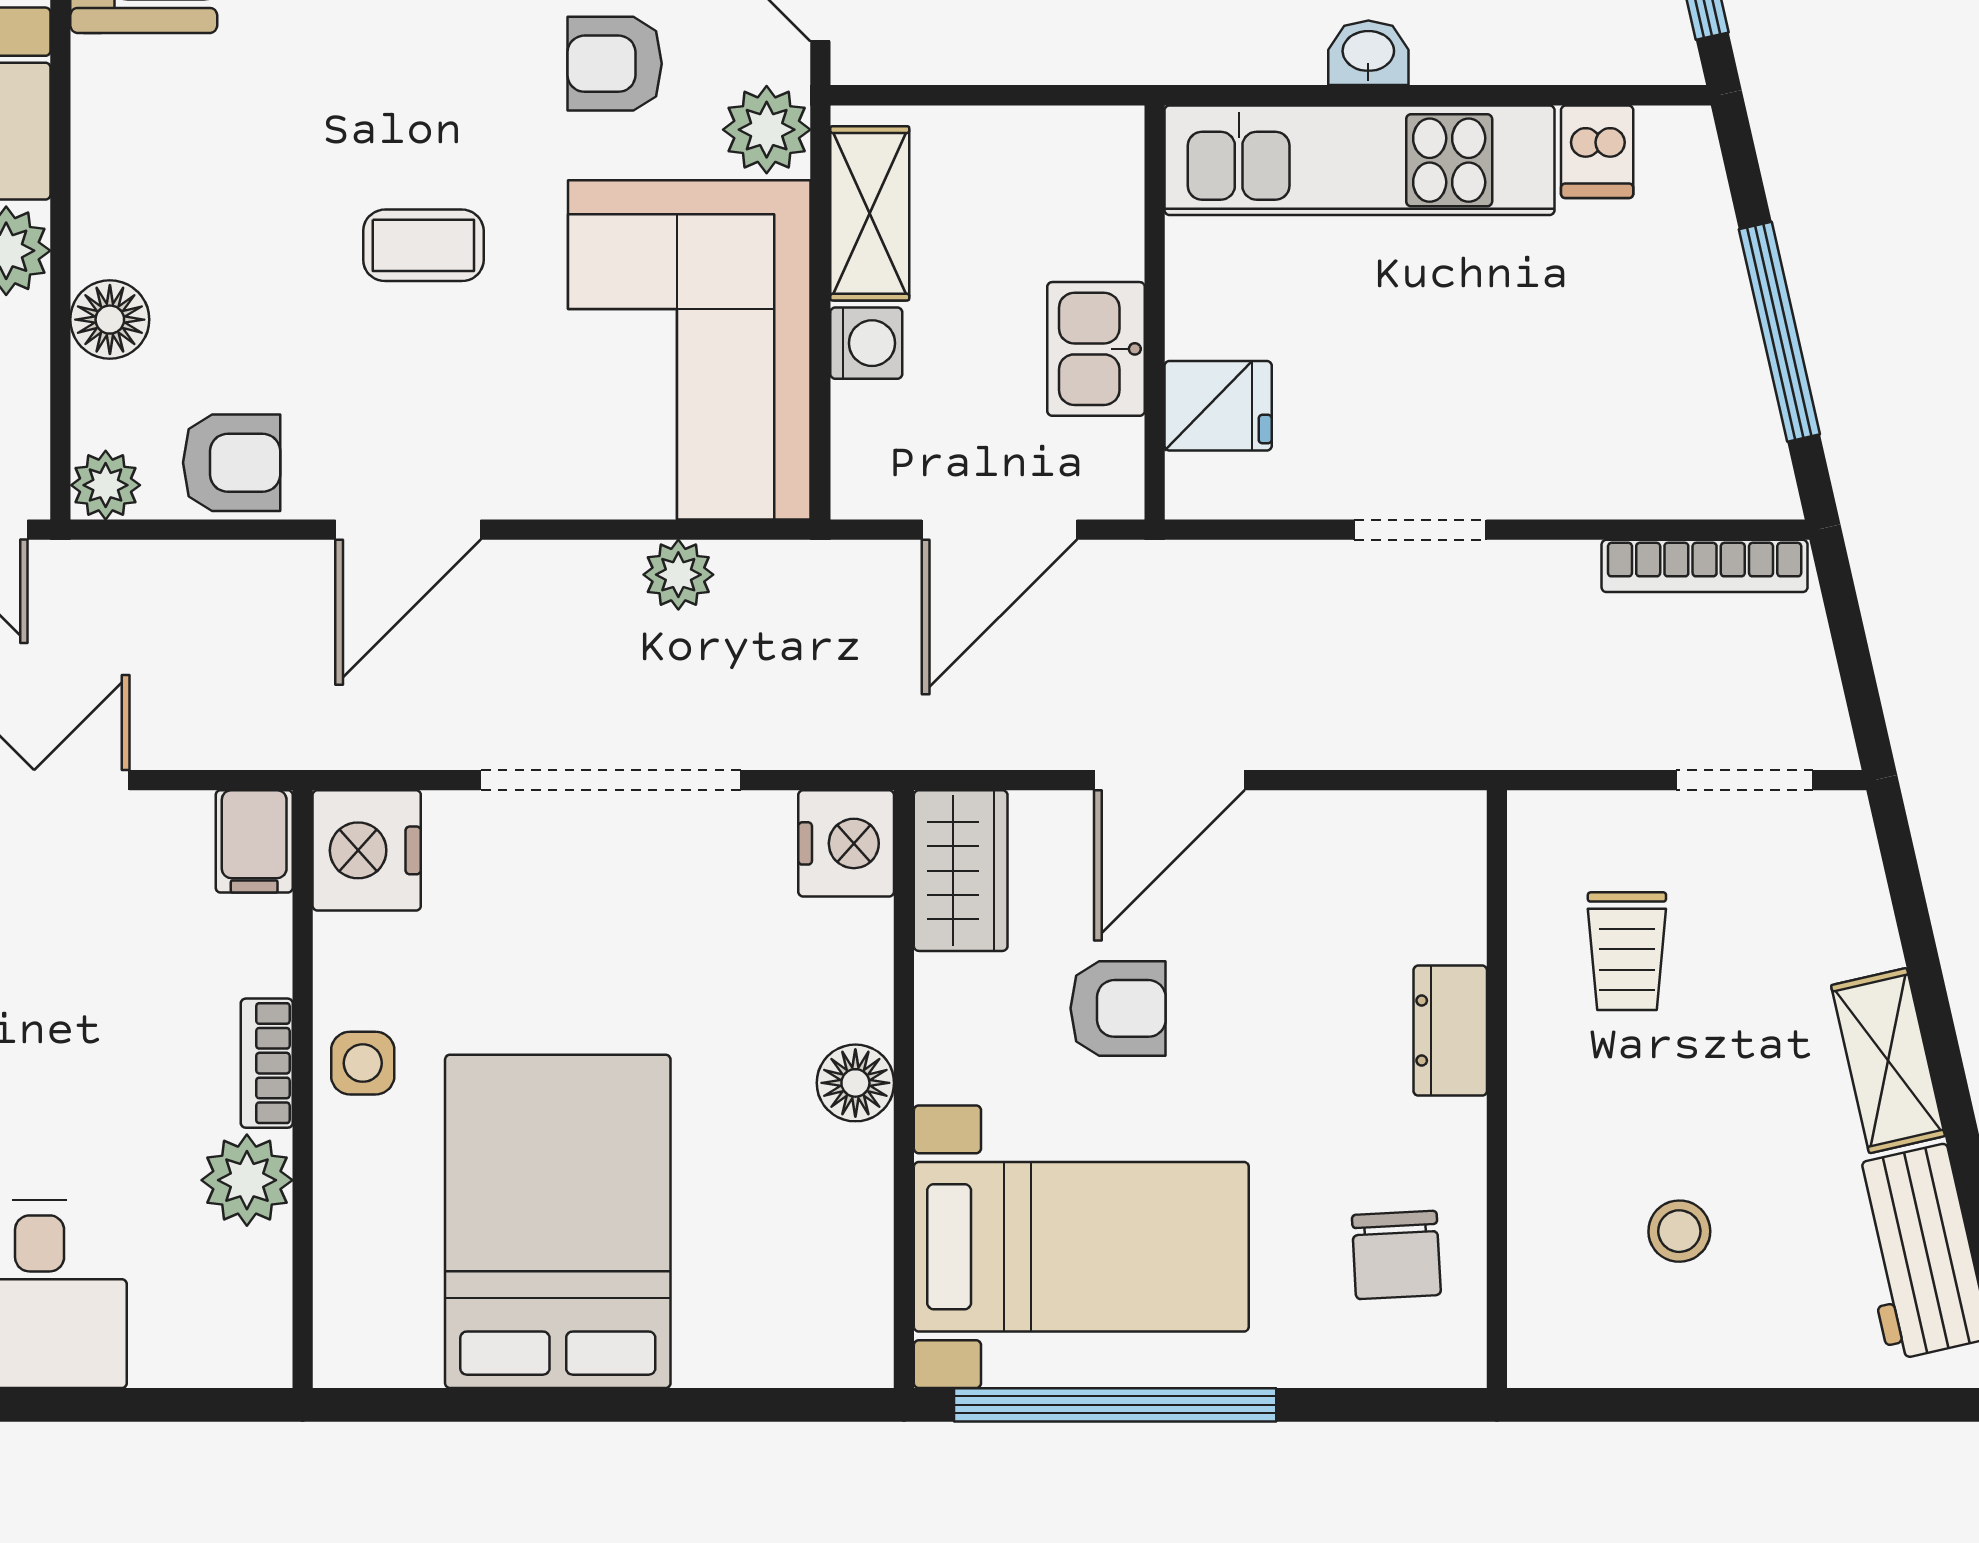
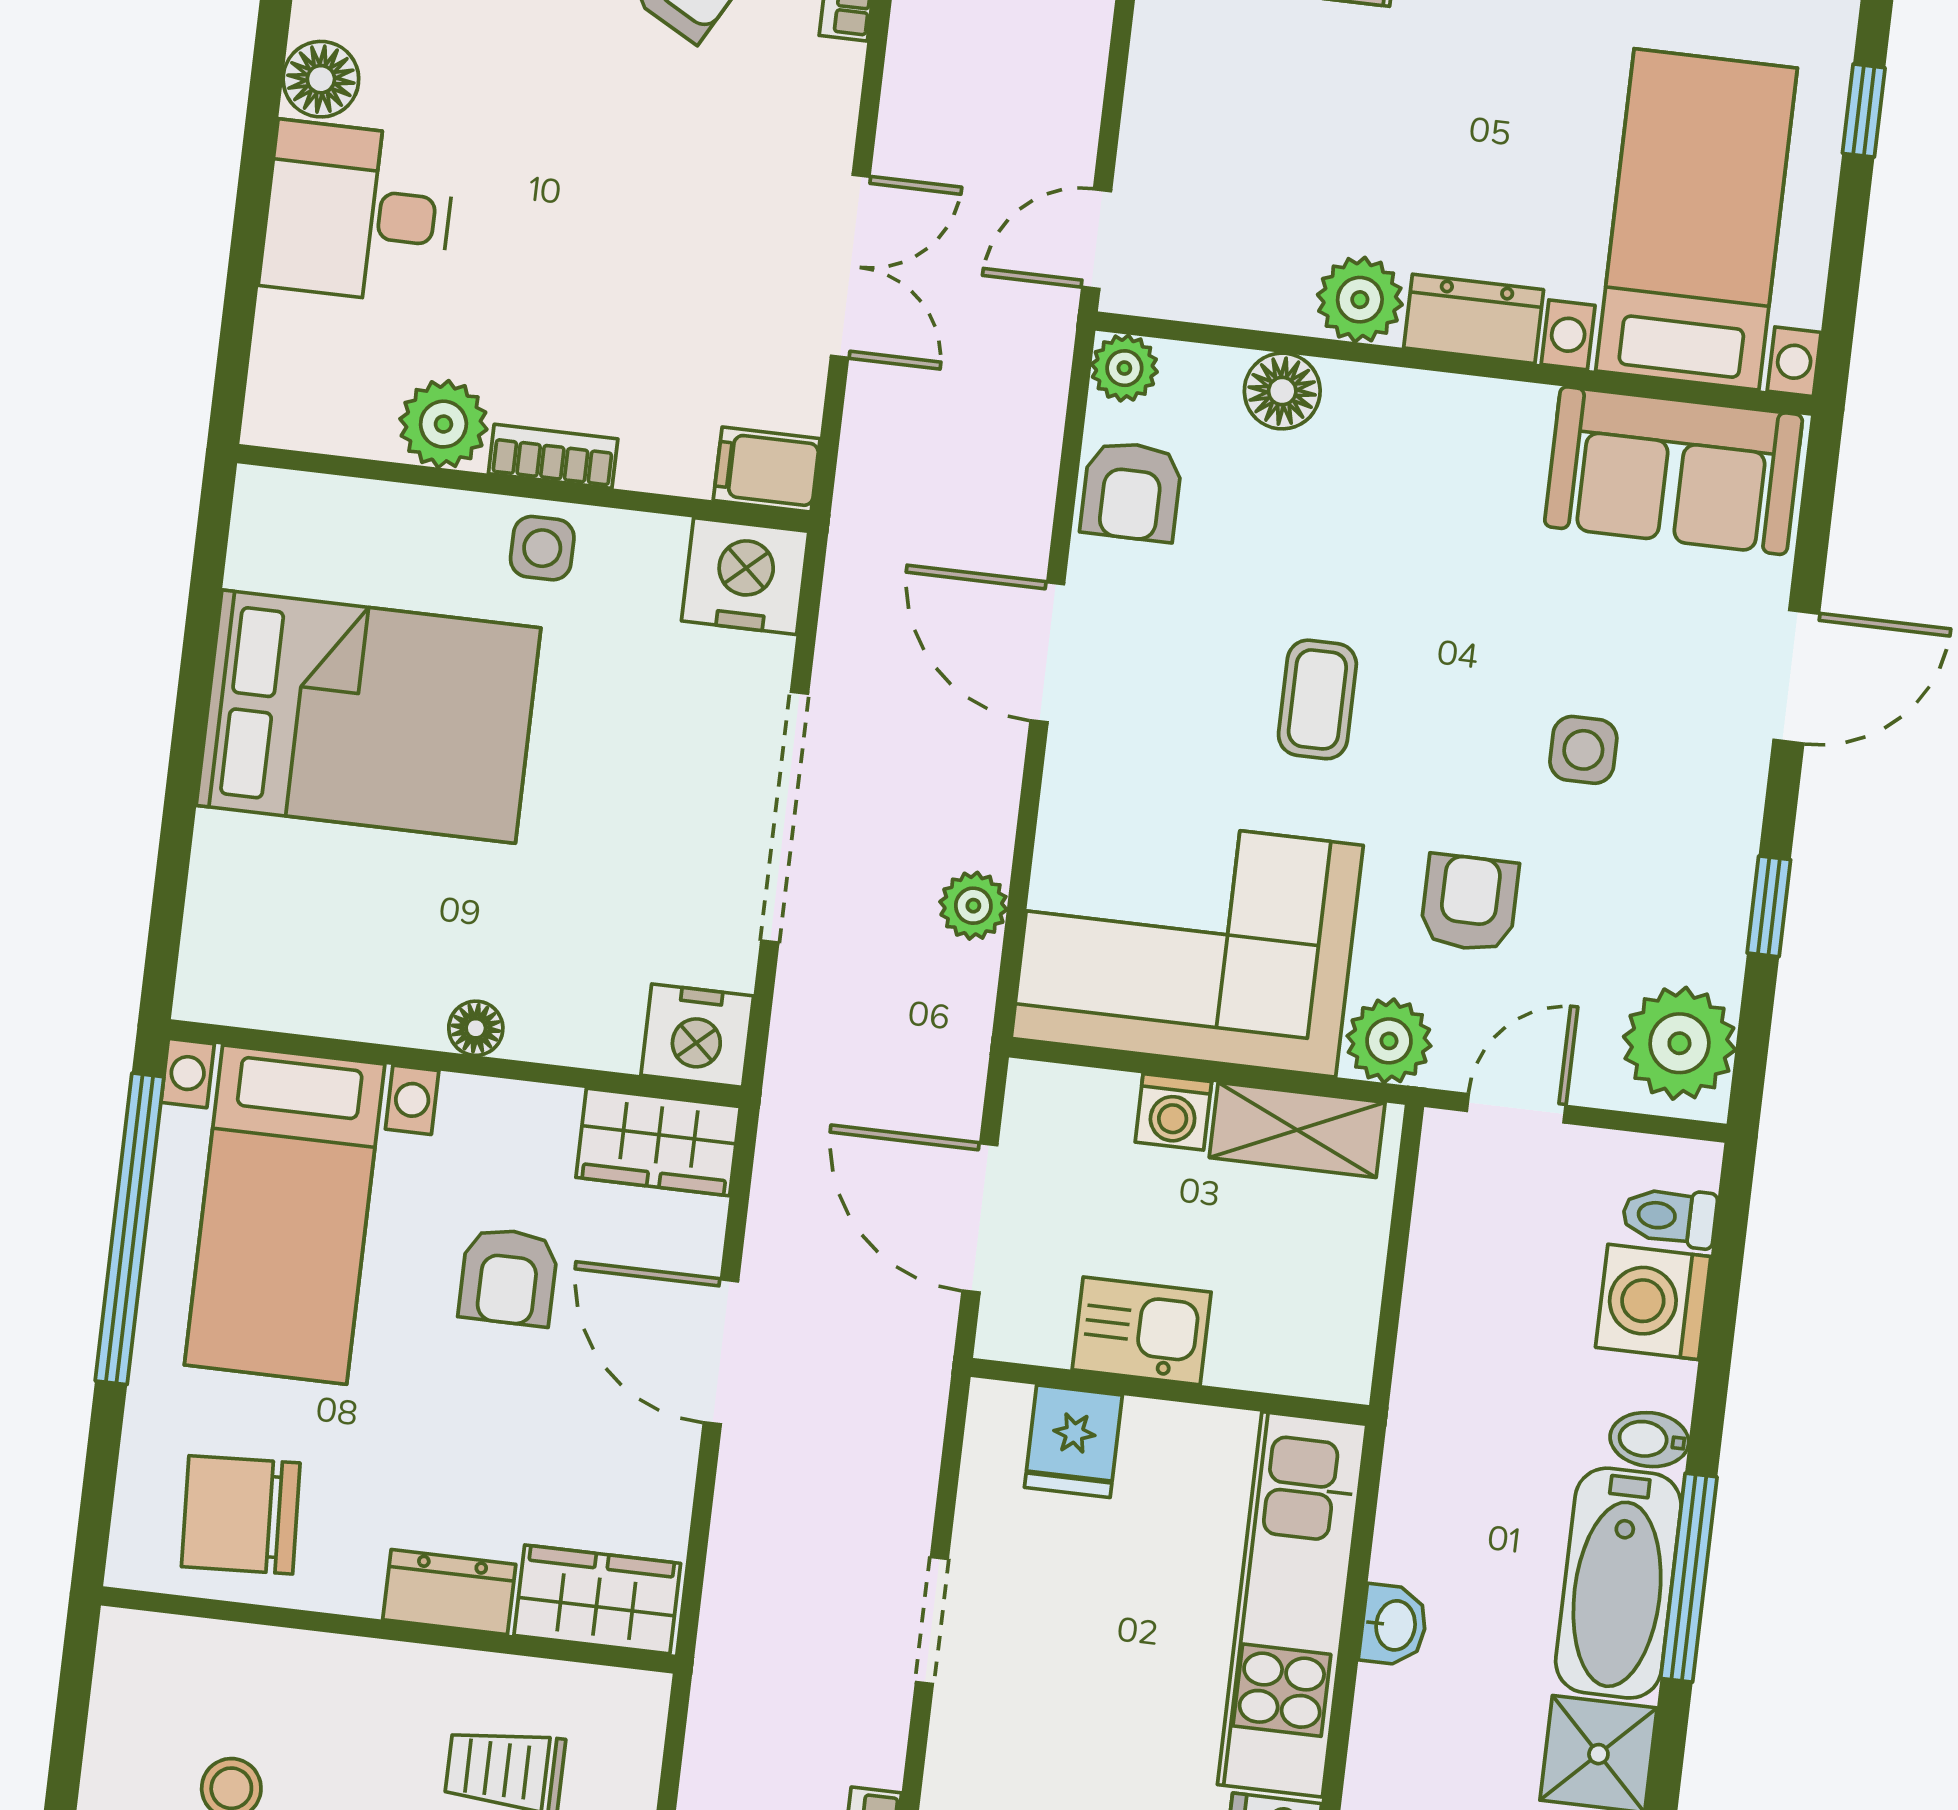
wardrobe: (1440, 877) -> (597, 1599), added
floor lamp: (855, 1083) -> (476, 1028), width x0.73, depth x0.73
chair: (1396, 1255) -> (241, 1515), width x1.37, depth x1.37

